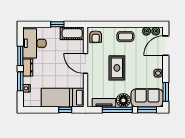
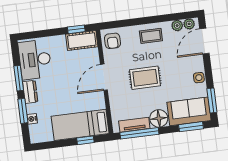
window: (57, 24) -> (76, 29), moved
door: (86, 63) -> (104, 77), hinge flipped
rug: (117, 68) -> (145, 78), turned 90
window: (117, 110) -> (139, 133), moved

